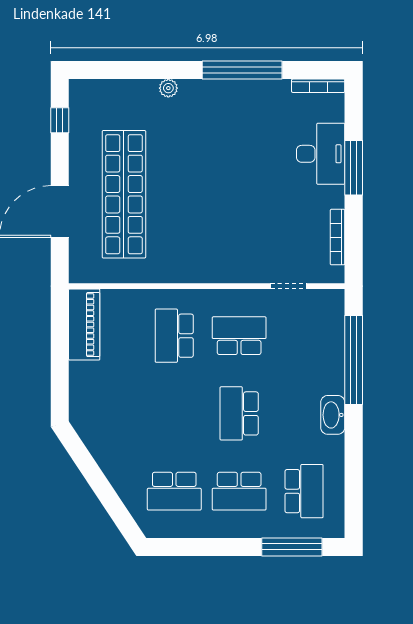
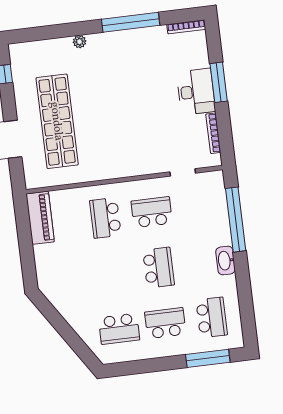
desk: (321, 154) -> (196, 92), moved
school desk: (239, 413) -> (159, 268), turned 180
school desk: (239, 491) -> (165, 323), turned 180

